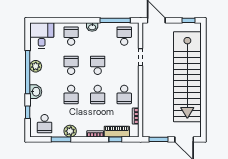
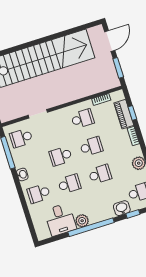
desk: (42, 35) -> (60, 220), moved, turned -90
school desk: (71, 65) -> (69, 184), turned 180
washbasin: (36, 92) -> (122, 208), moved

